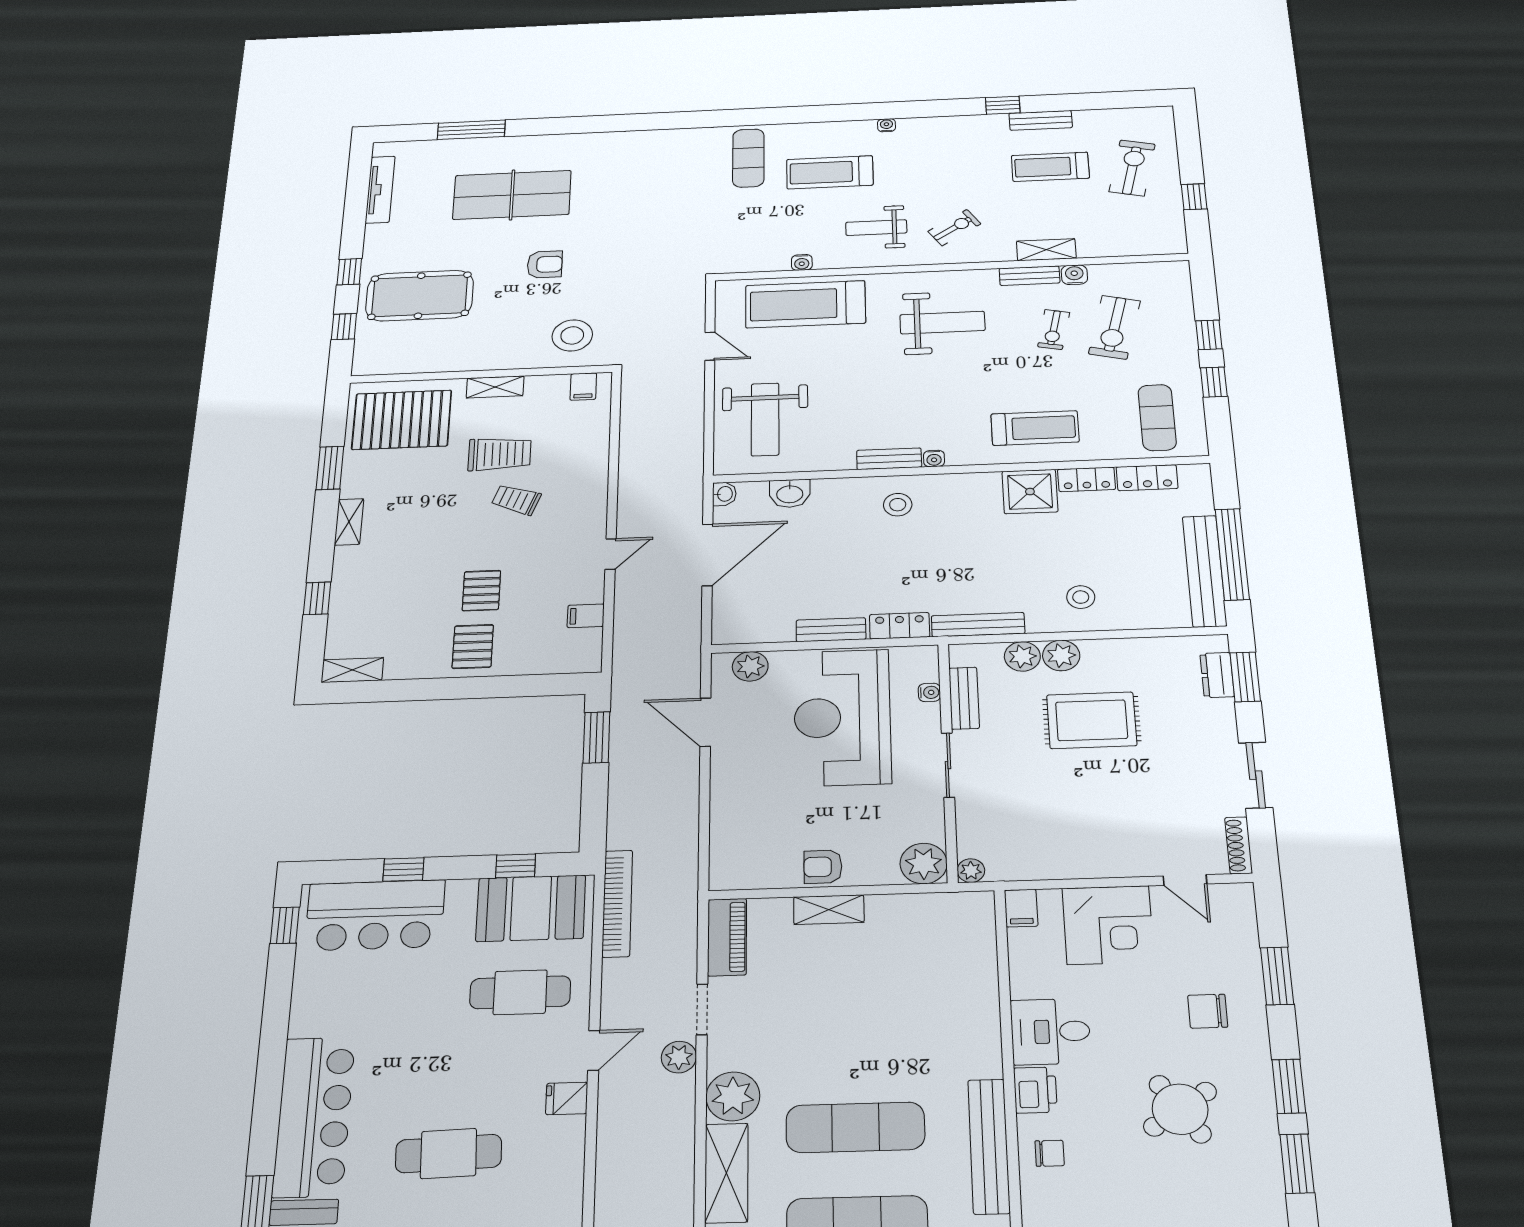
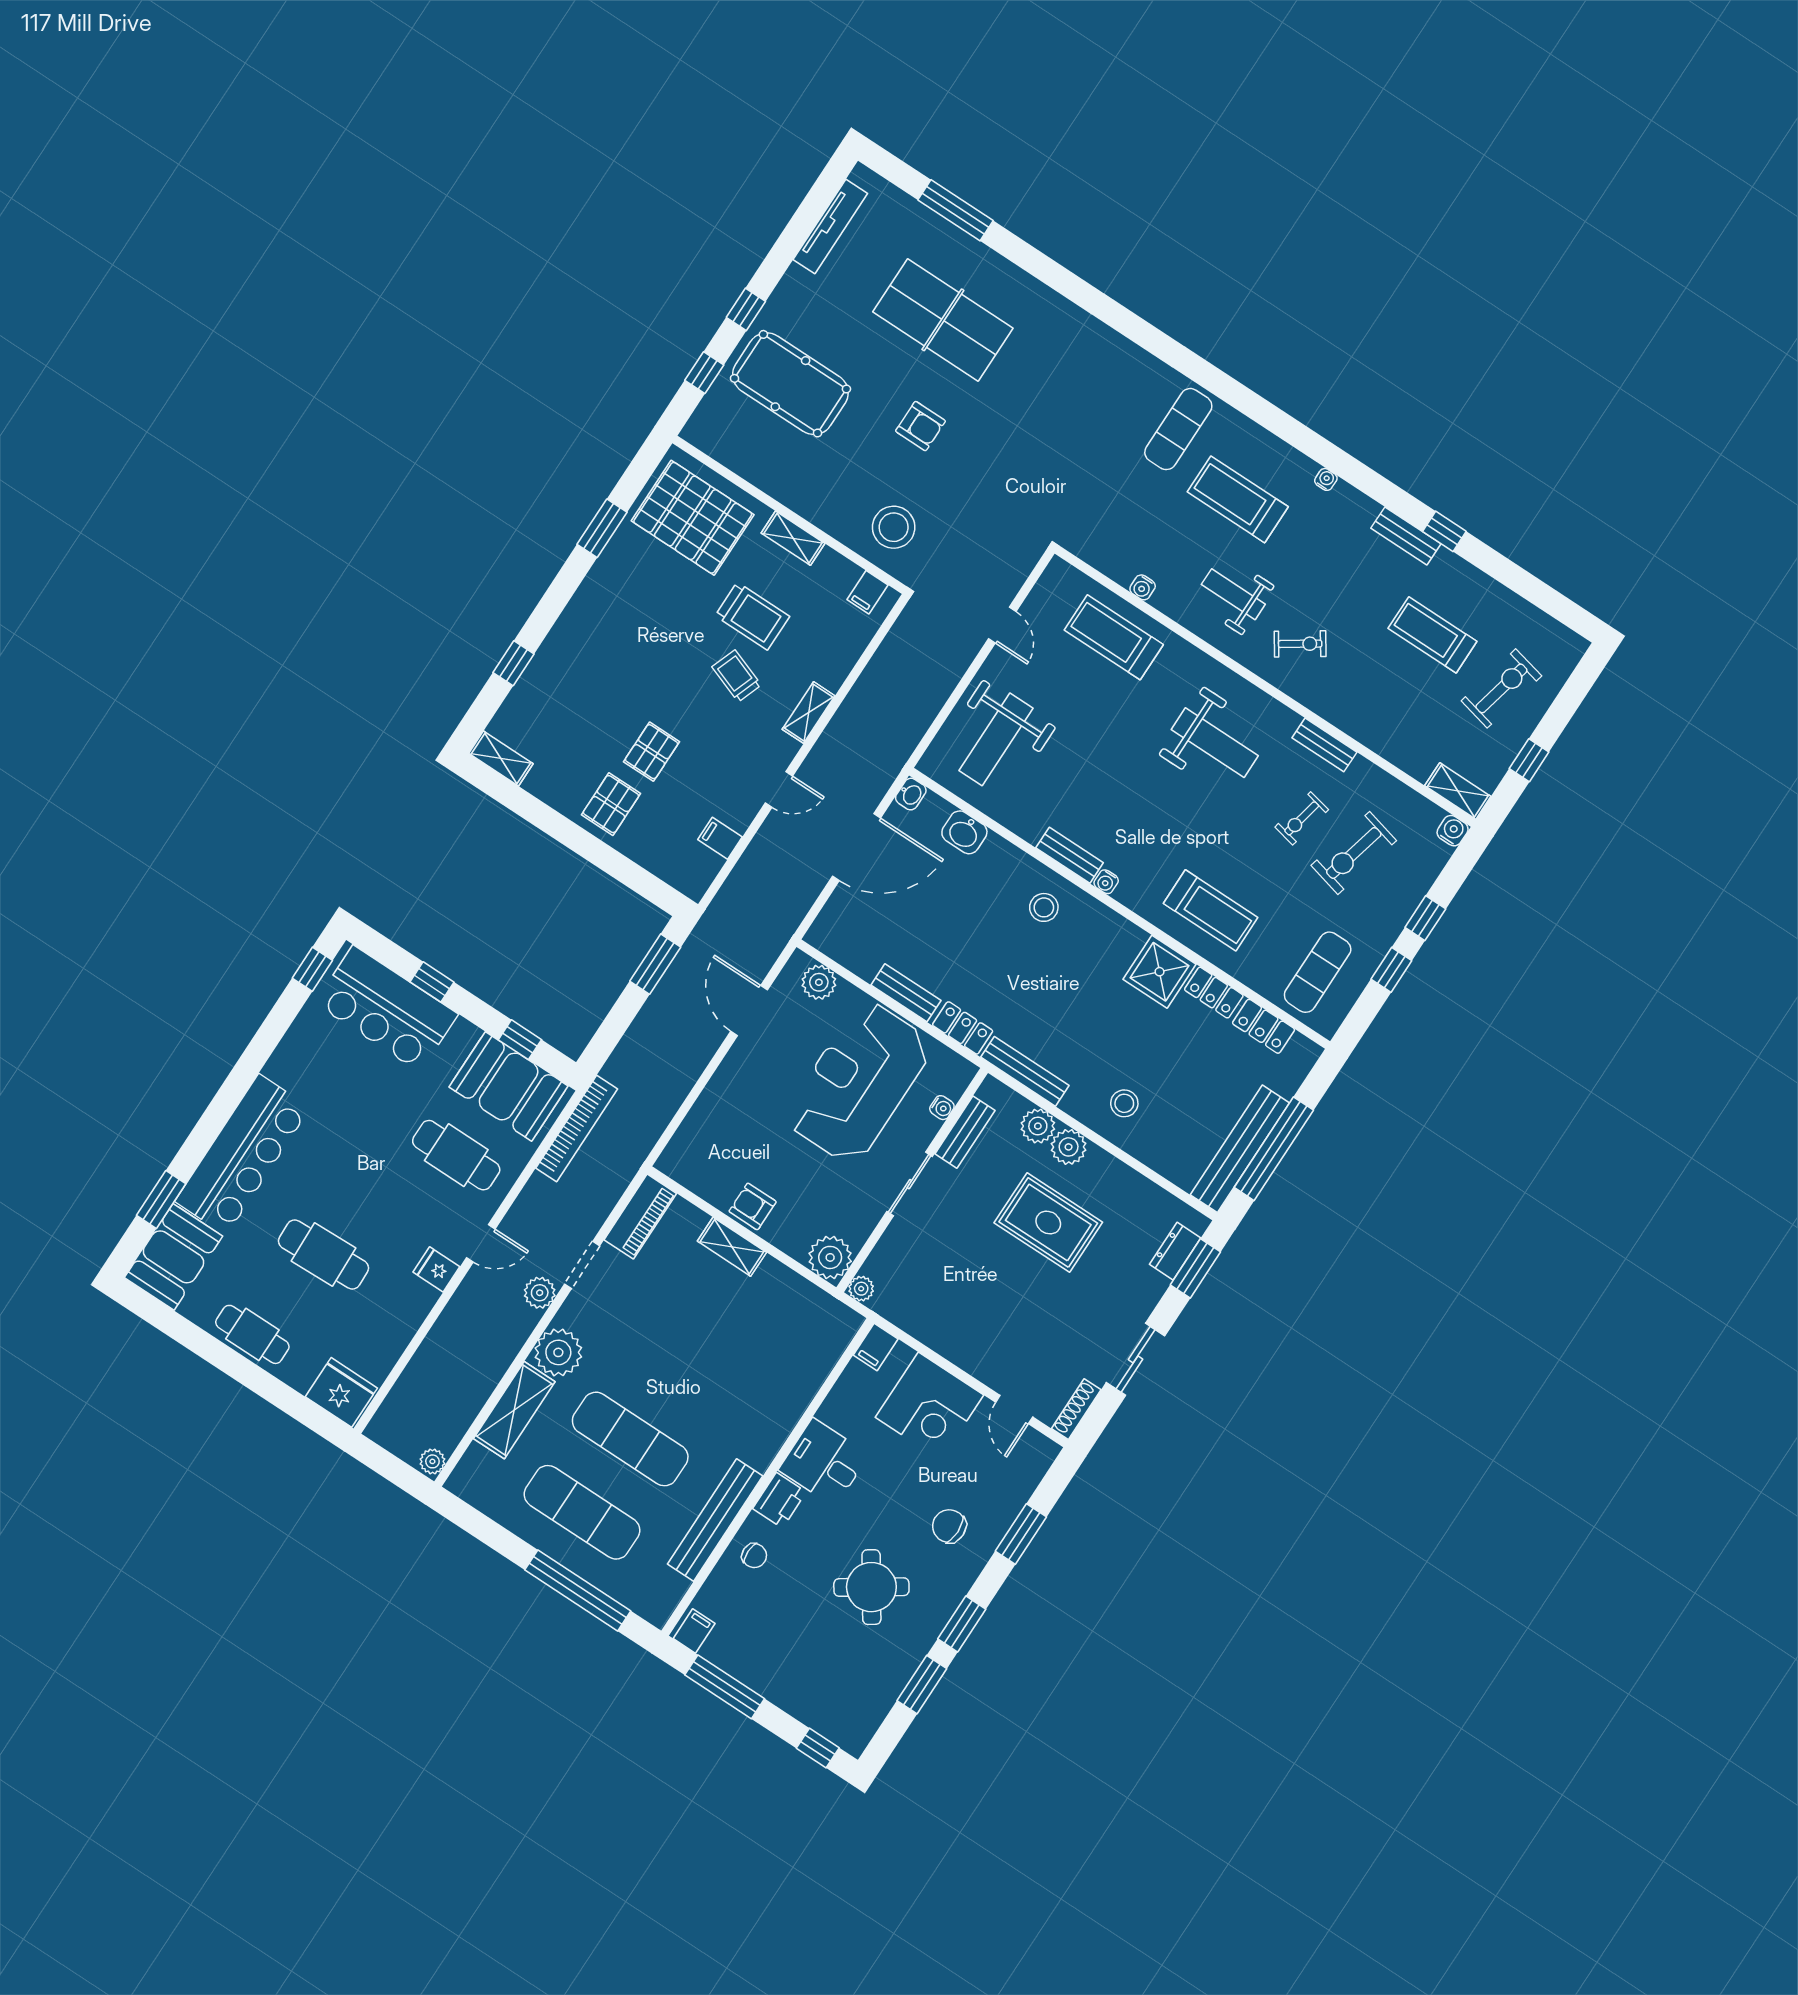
bench: (1041, 120) -> (1406, 536), moved
shelving: (1046, 250) -> (1458, 791), moved
water cooler: (1074, 275) -> (1453, 831), moved
treadmill: (805, 304) -> (1114, 637), width x0.73, depth x0.73
shelving: (349, 522) -> (809, 713), moved

